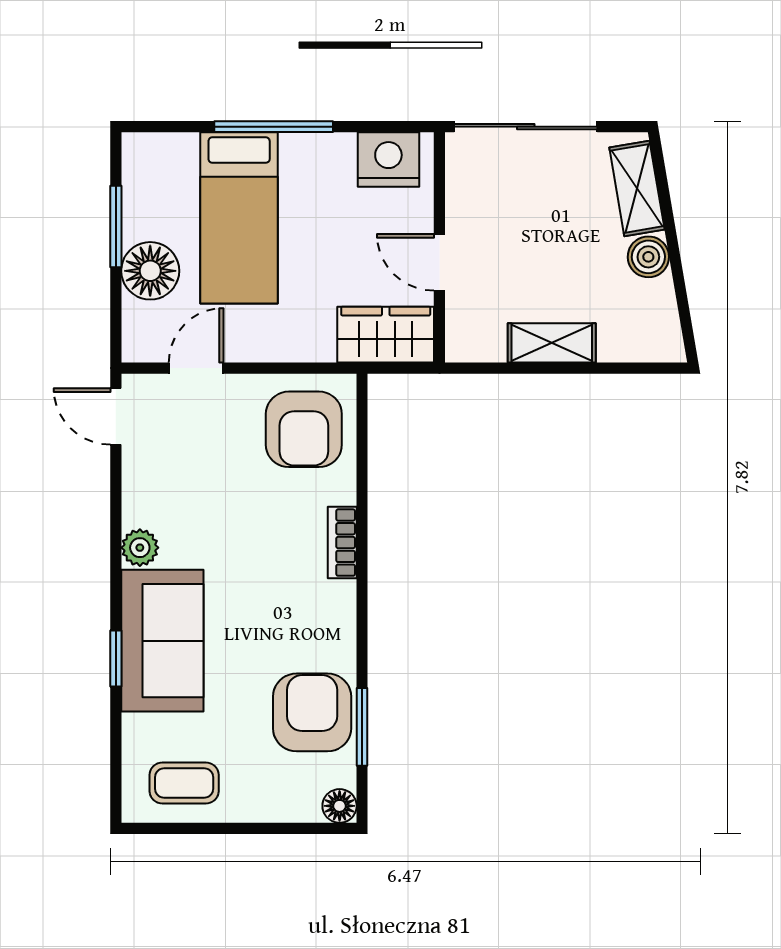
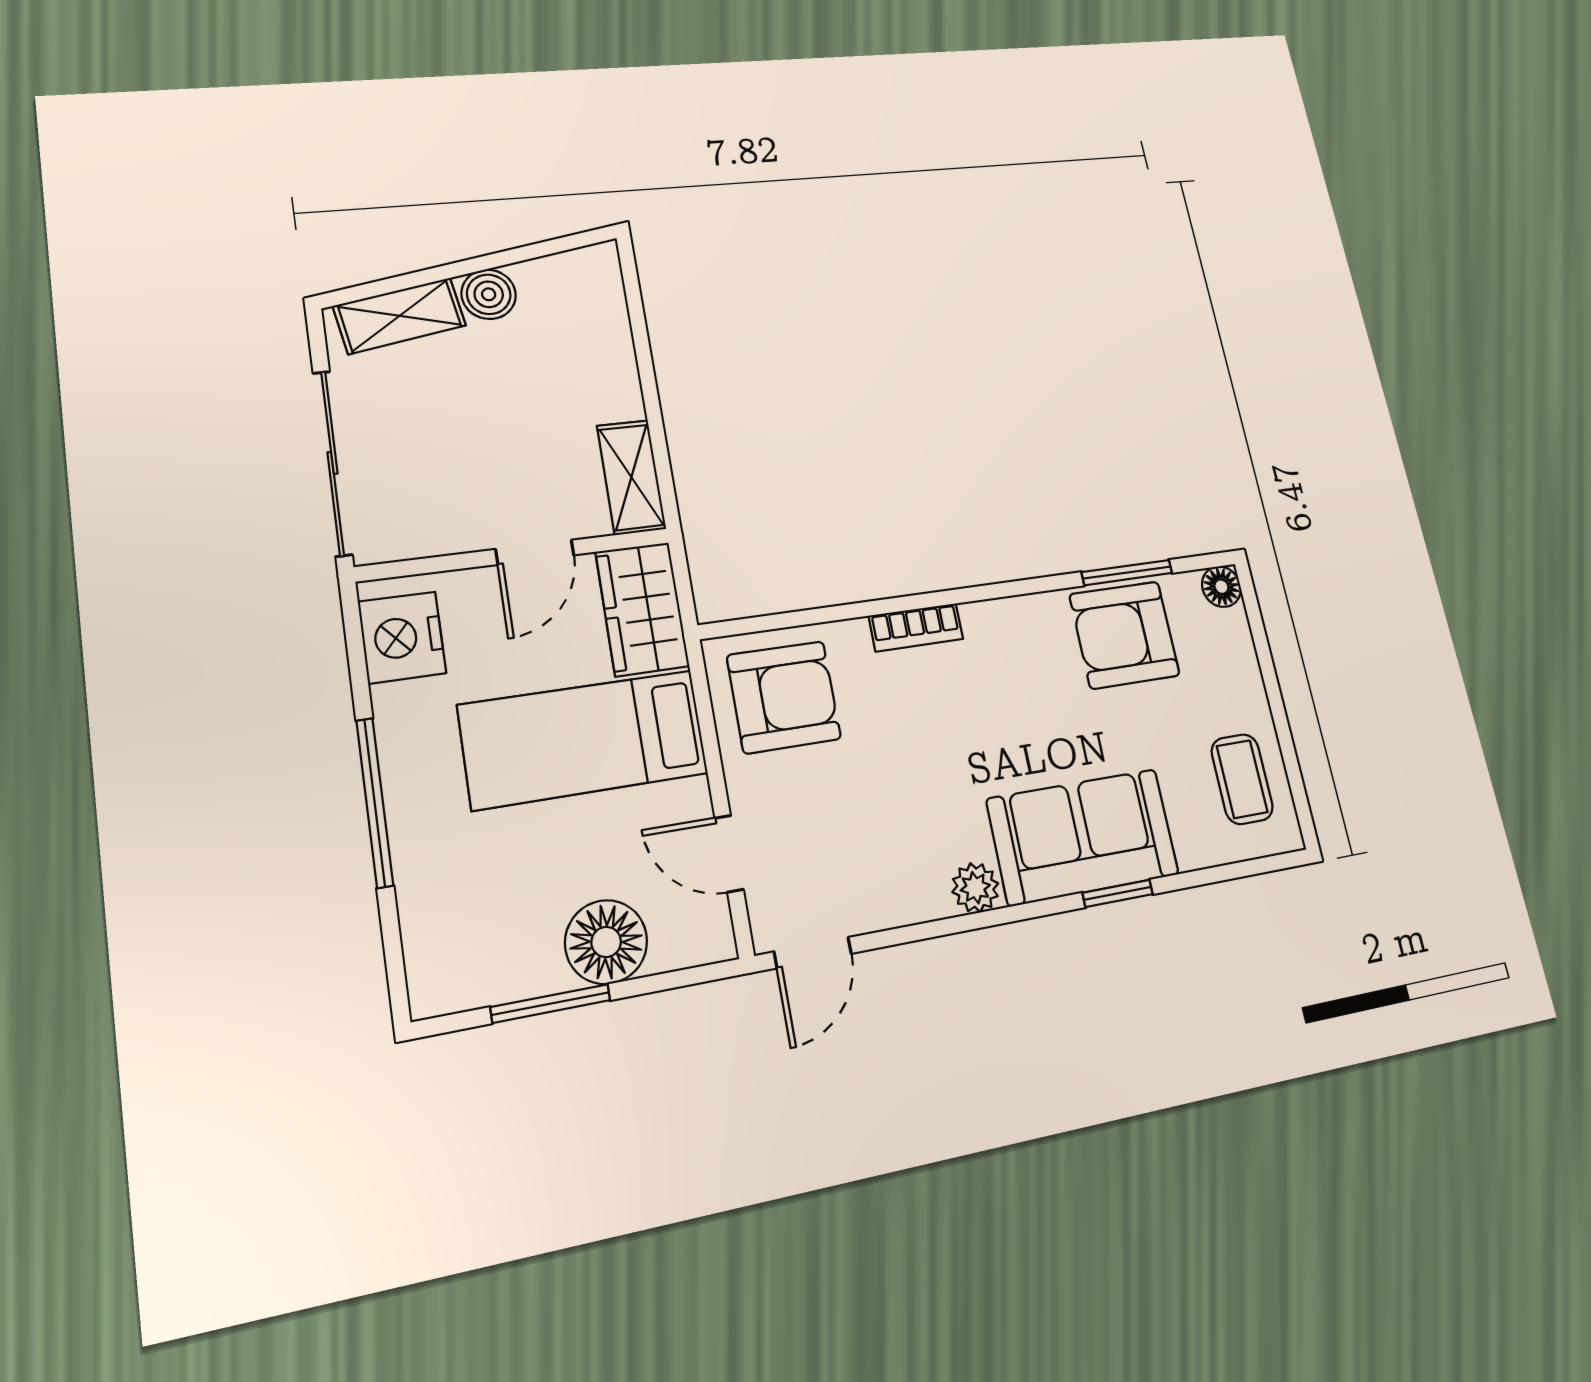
bed: (239, 218) -> (584, 739), moved, turned 180
shelving: (552, 343) -> (631, 477), moved

